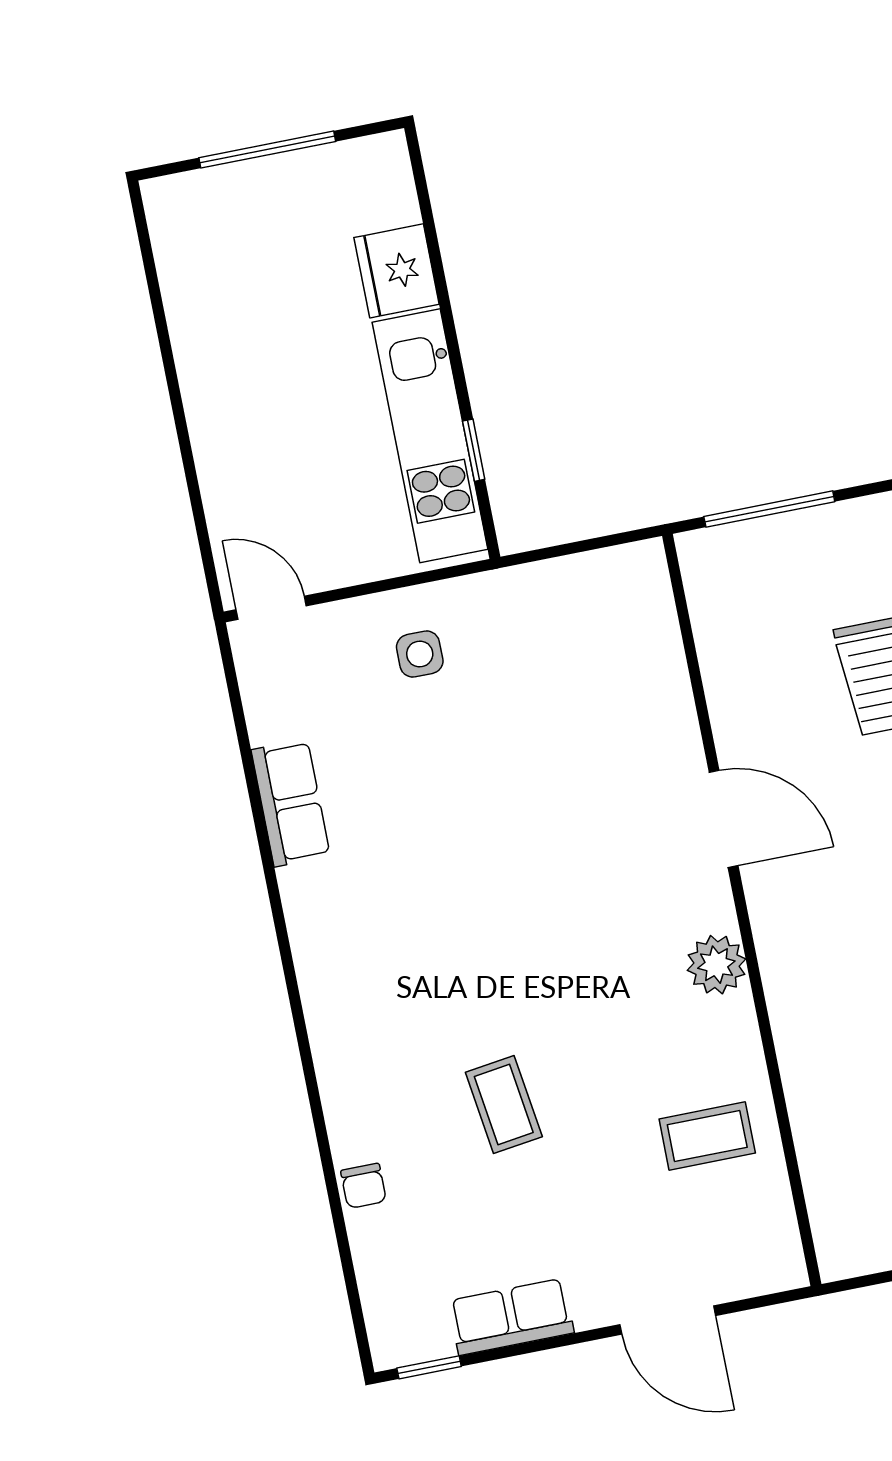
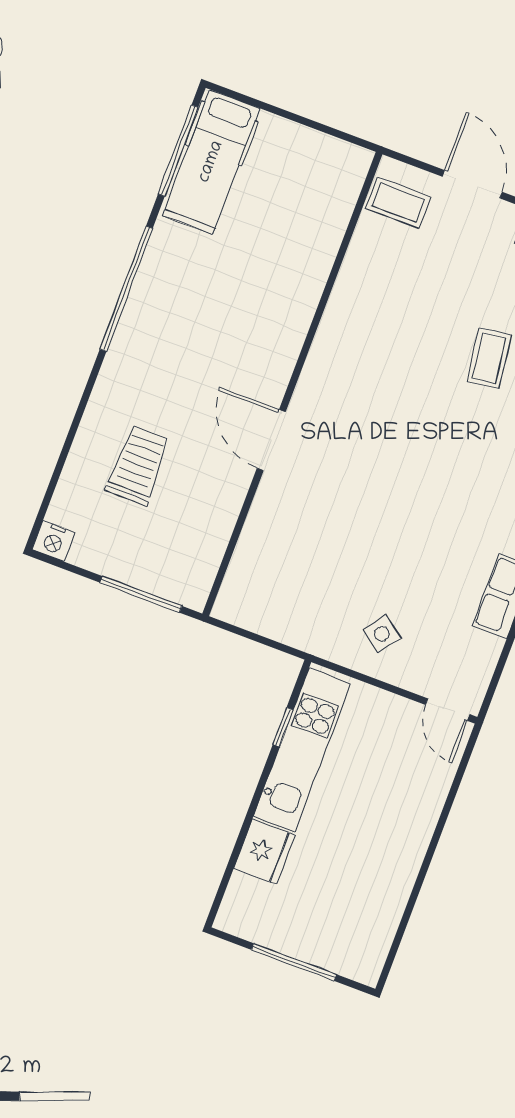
side table: (420, 654) -> (382, 634), turned 37
plant: (716, 965) -> (325, 363), removed
coffee table: (707, 1136) -> (398, 203), moved

